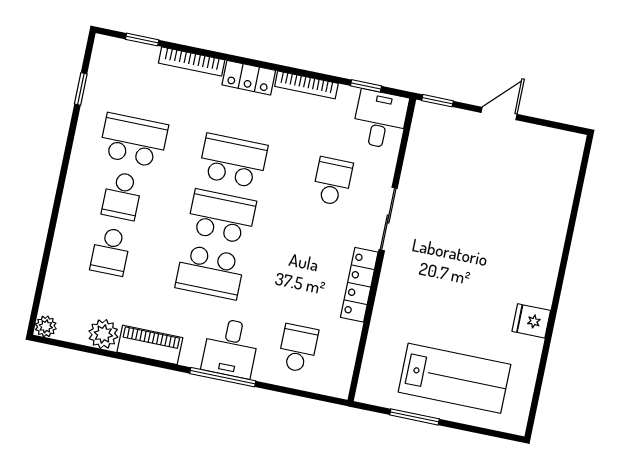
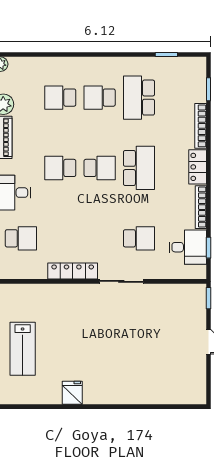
desk: (380, 119) -> (188, 247), moved
school desk: (134, 140) -> (139, 98), turned 180
school desk: (222, 216) -> (100, 168), width x0.54
school desk: (210, 272) -> (60, 168), width x0.54
lab bench: (454, 378) -> (23, 349), width x0.73, depth x0.72

